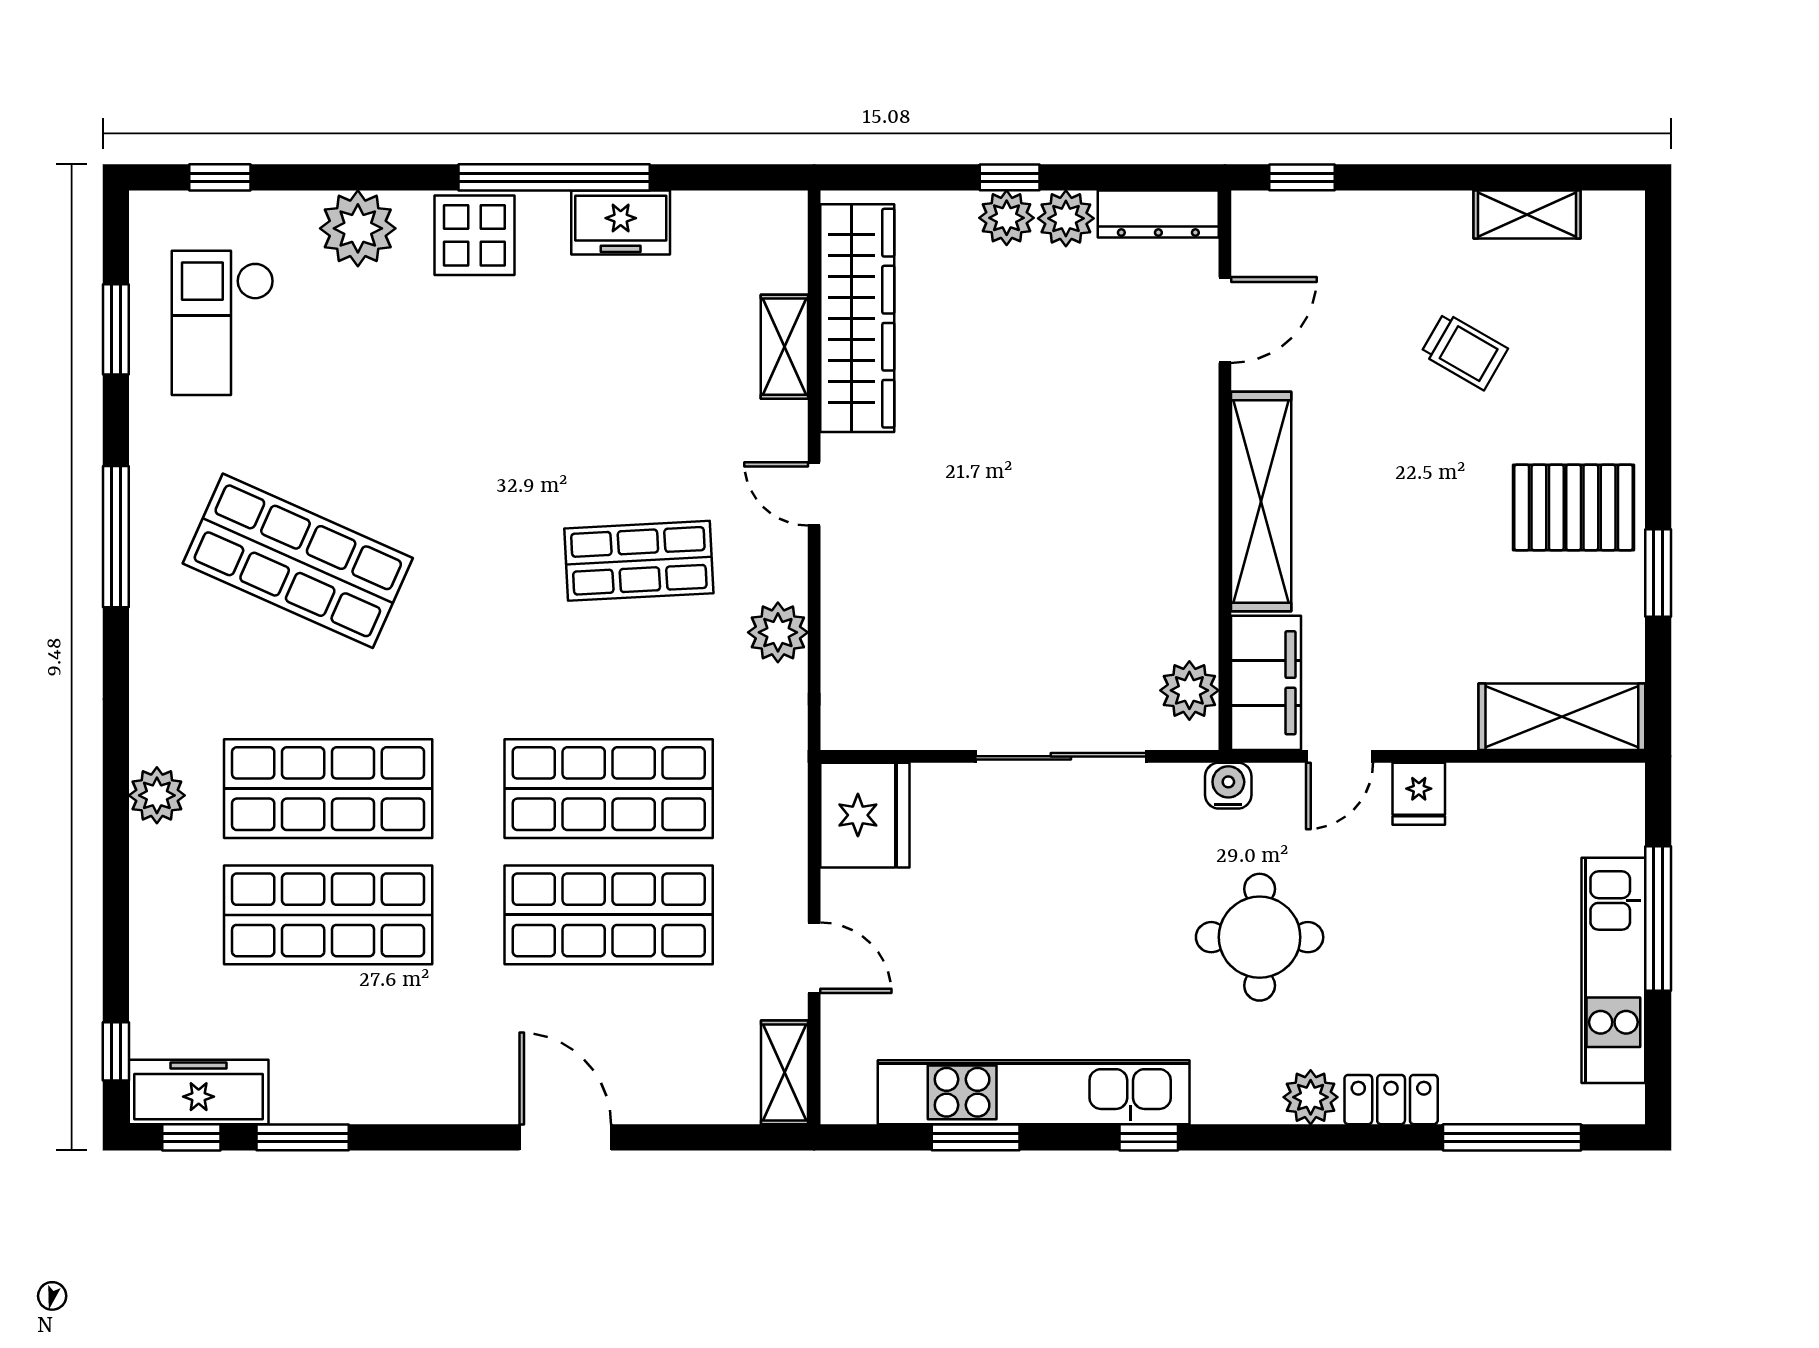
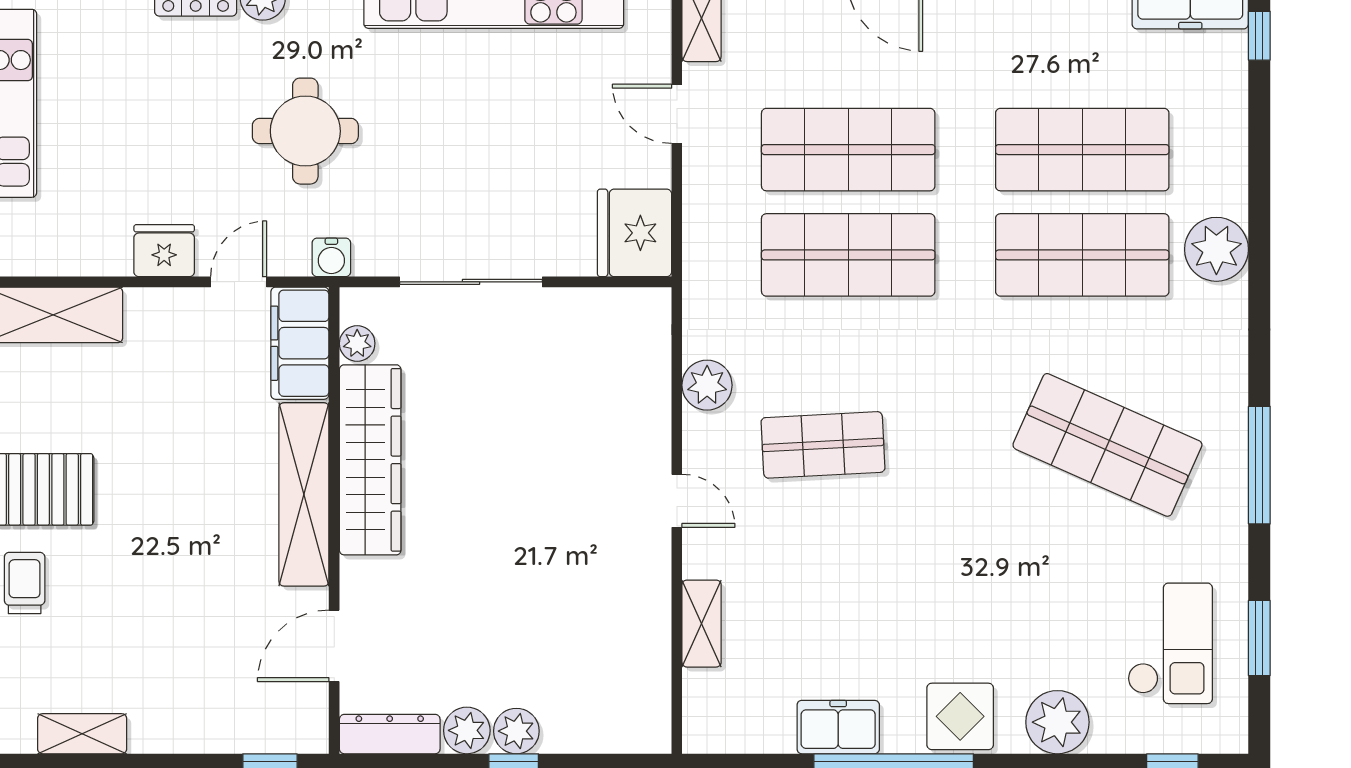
wardrobe: (857, 318) -> (370, 460), moved, turned 180
trolley: (1464, 351) -> (25, 583), moved, turned 60
plant: (1189, 690) -> (357, 343), width x0.73, depth x0.73
fridge: (1419, 794) -> (164, 251), width x1.38
plant: (157, 795) -> (1216, 249), width x1.36, depth x1.36

